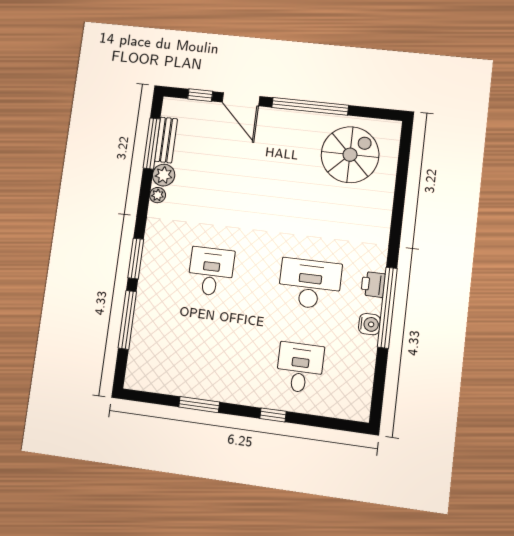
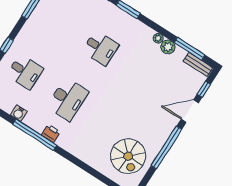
bench: (166, 140) -> (198, 64), moved
water cooler: (369, 324) -> (19, 113), moved

